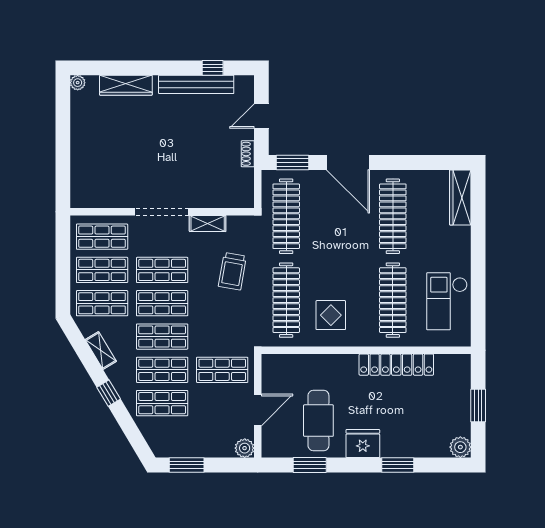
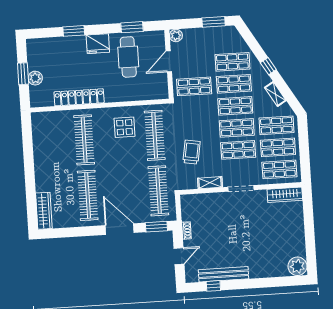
plant: (78, 83) -> (297, 266), width x1.88, depth x1.88
wardrobe: (126, 85) -> (285, 195), moved, turned 180
doorway: (162, 212) -> (241, 188), width x0.73
checkout: (447, 301) -> (48, 141), removed
plant: (460, 447) -> (35, 78), moved

